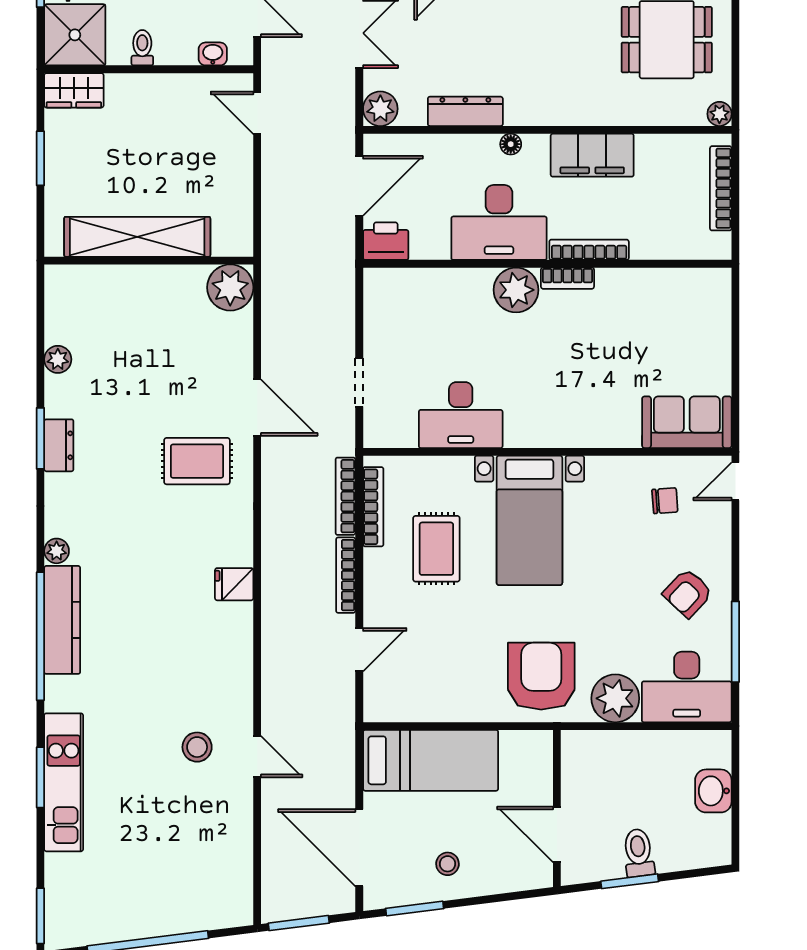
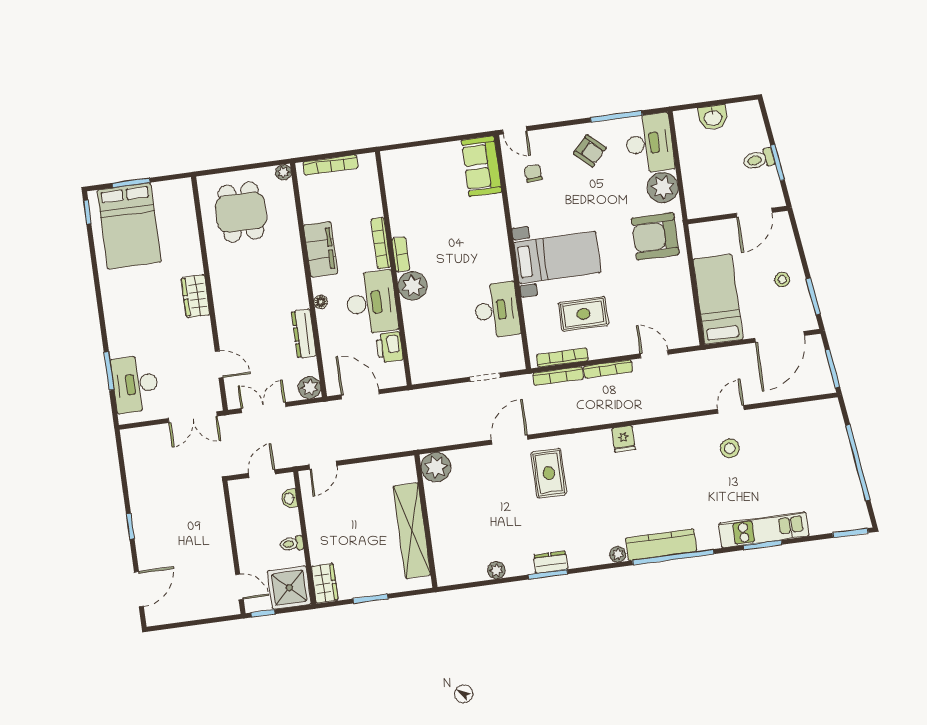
printer: (386, 241) -> (390, 347), moved

